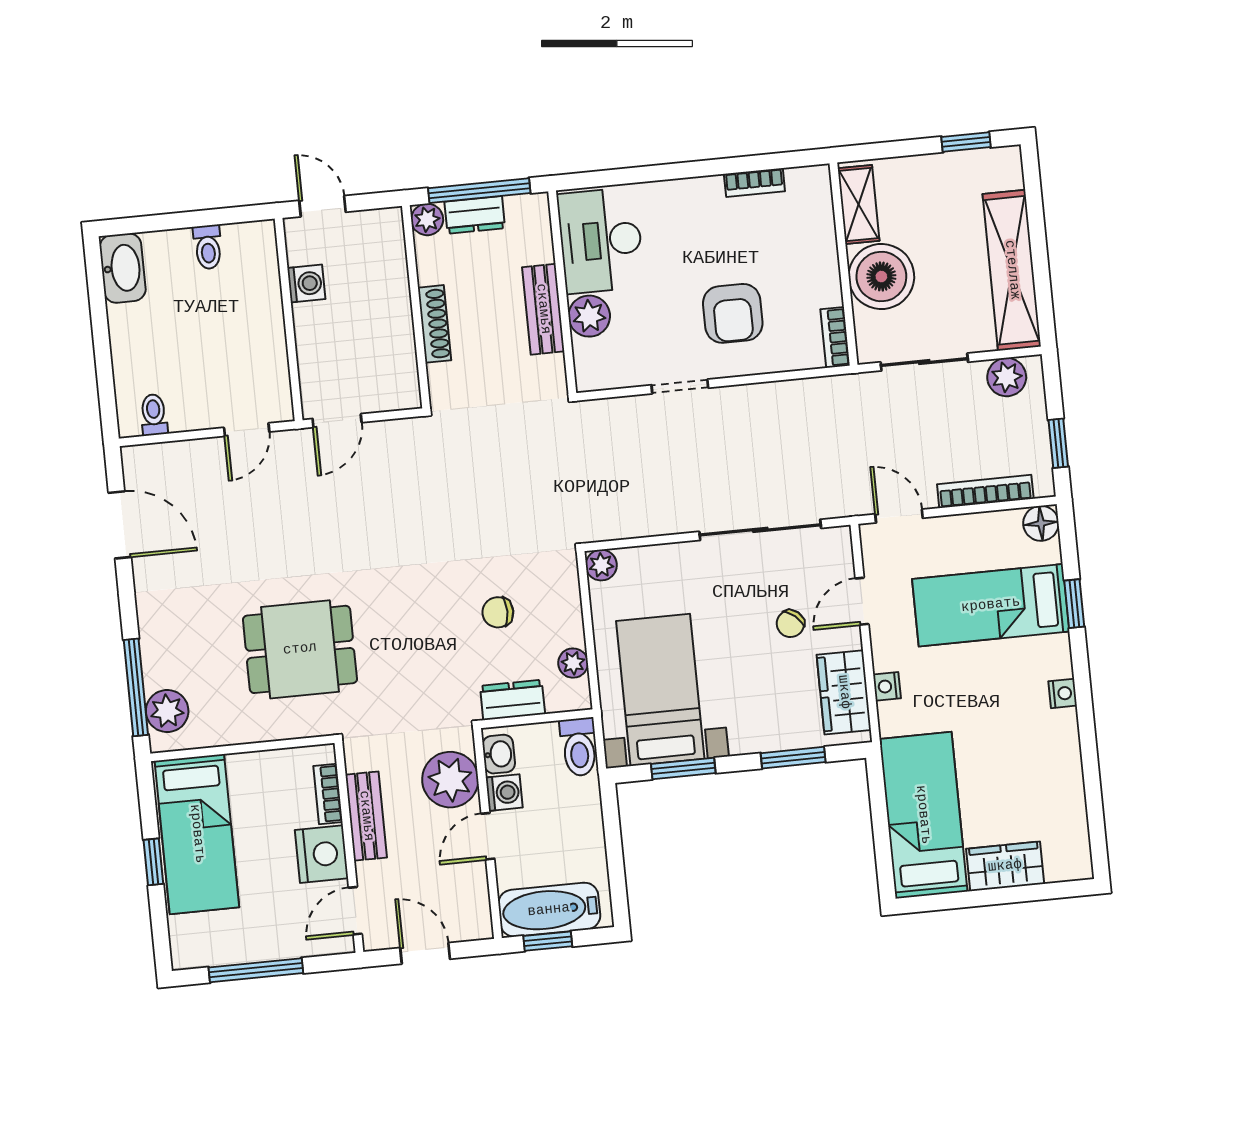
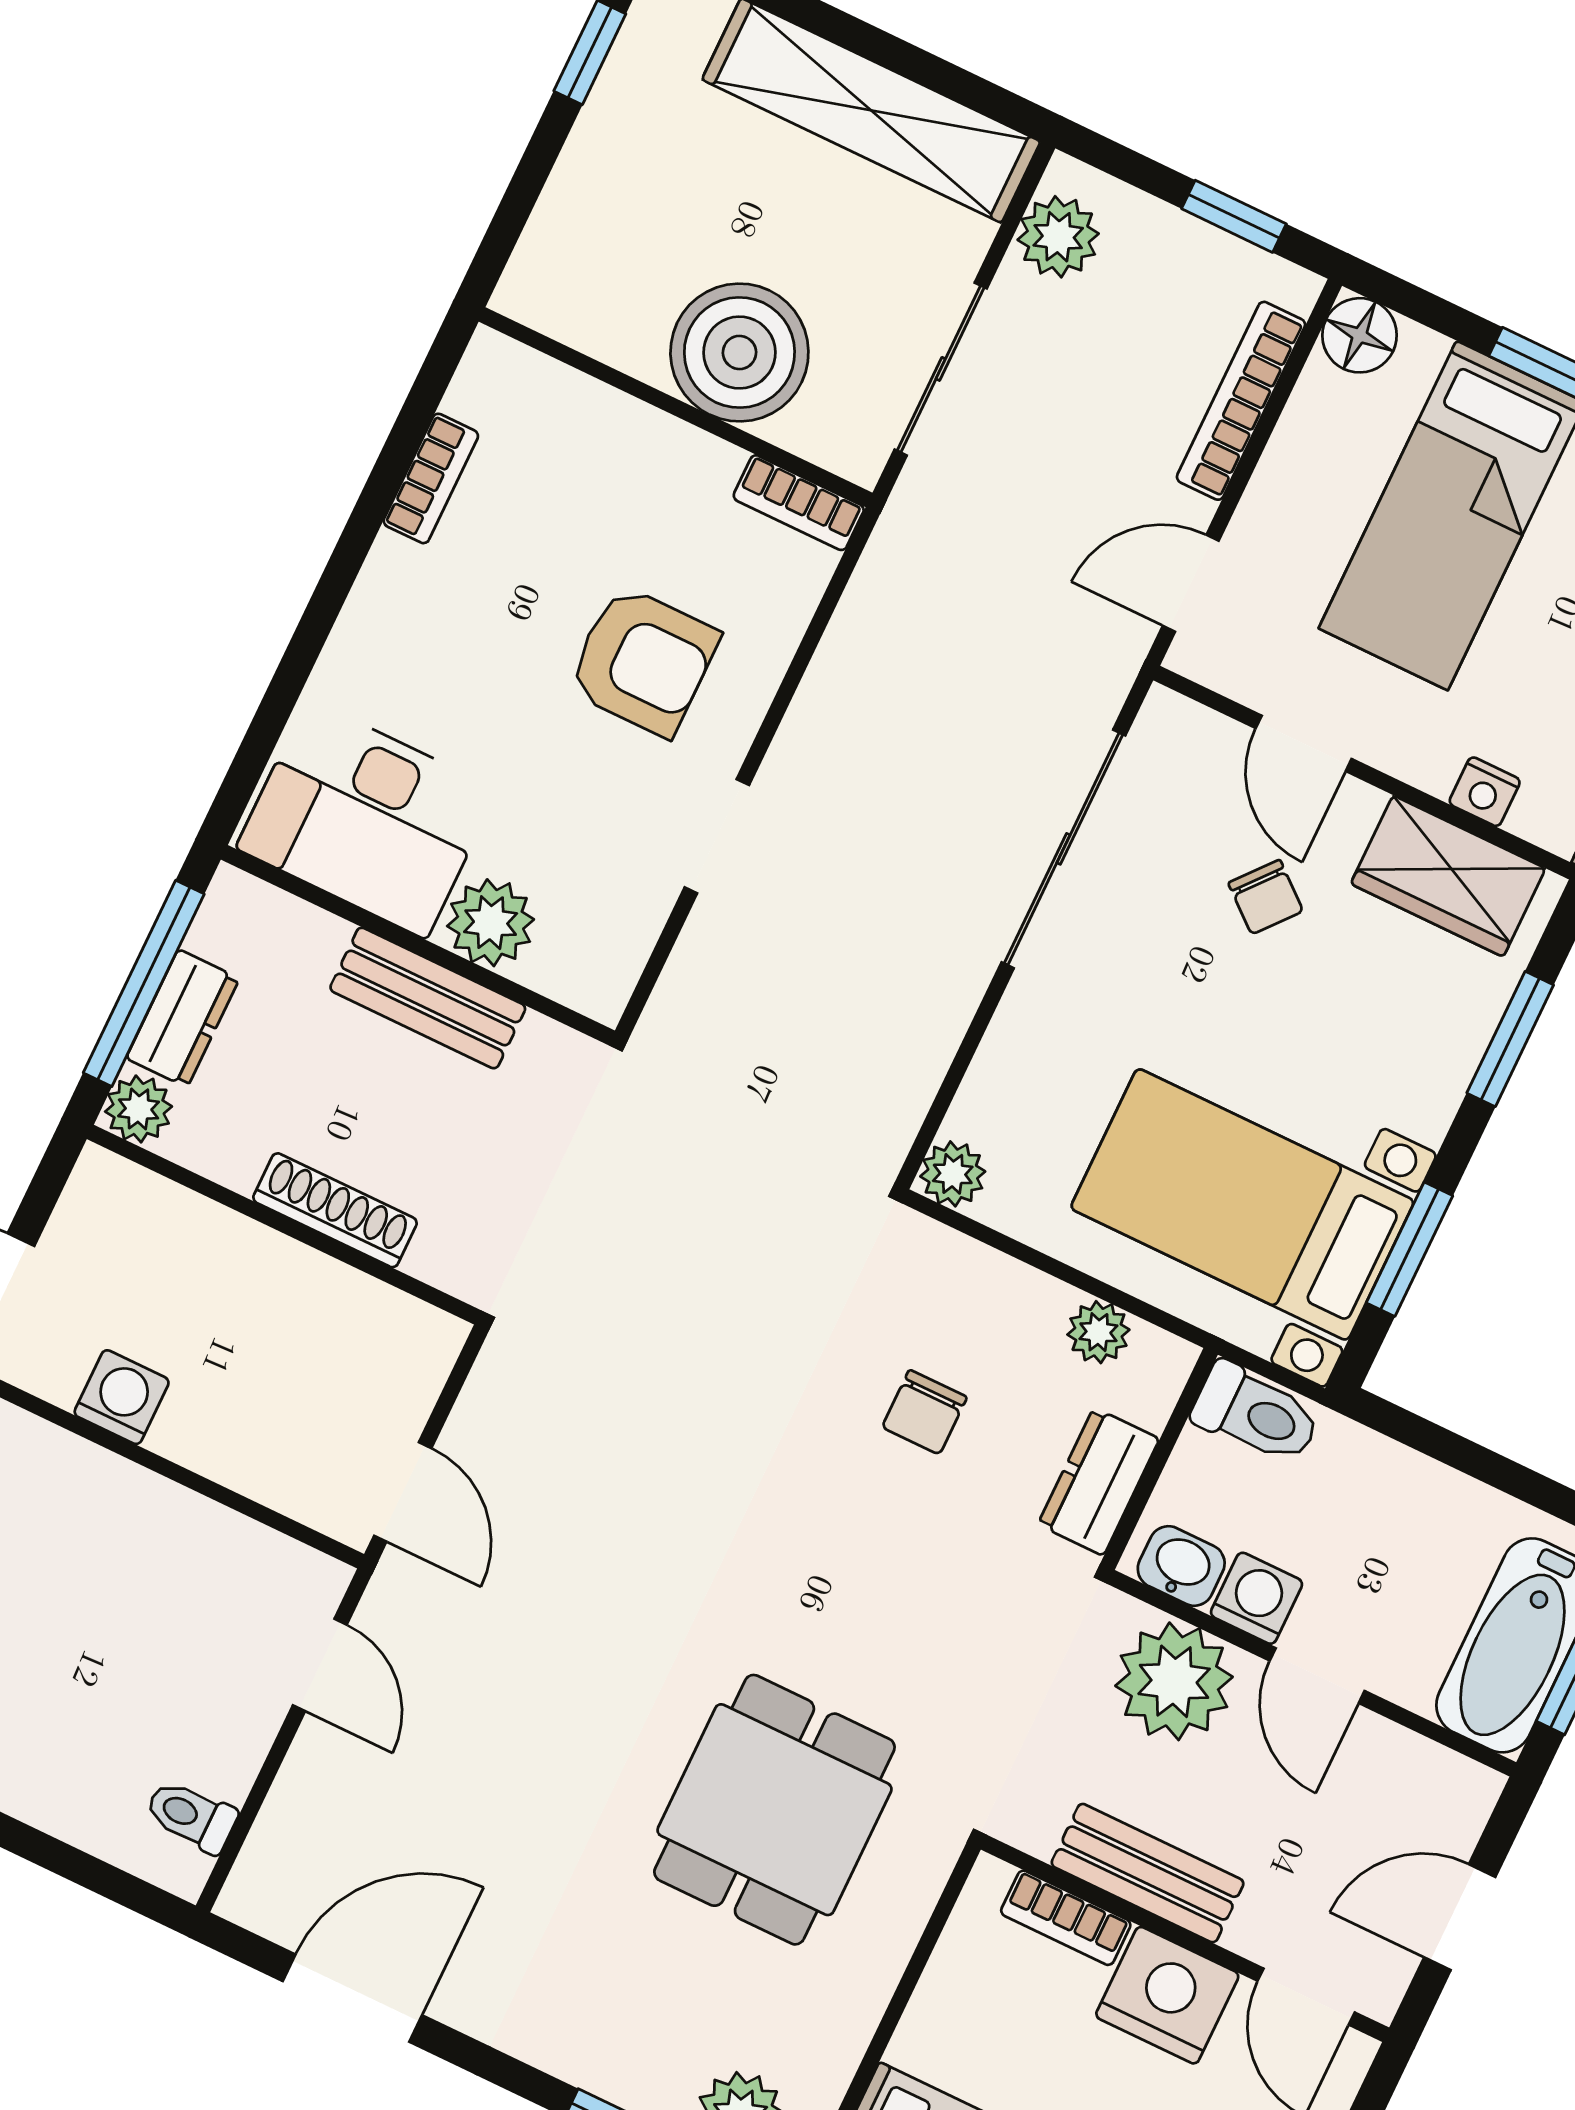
shelving: (859, 204) -> (585, 315), removed

